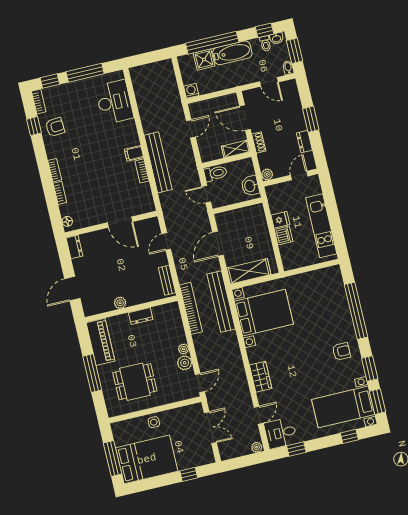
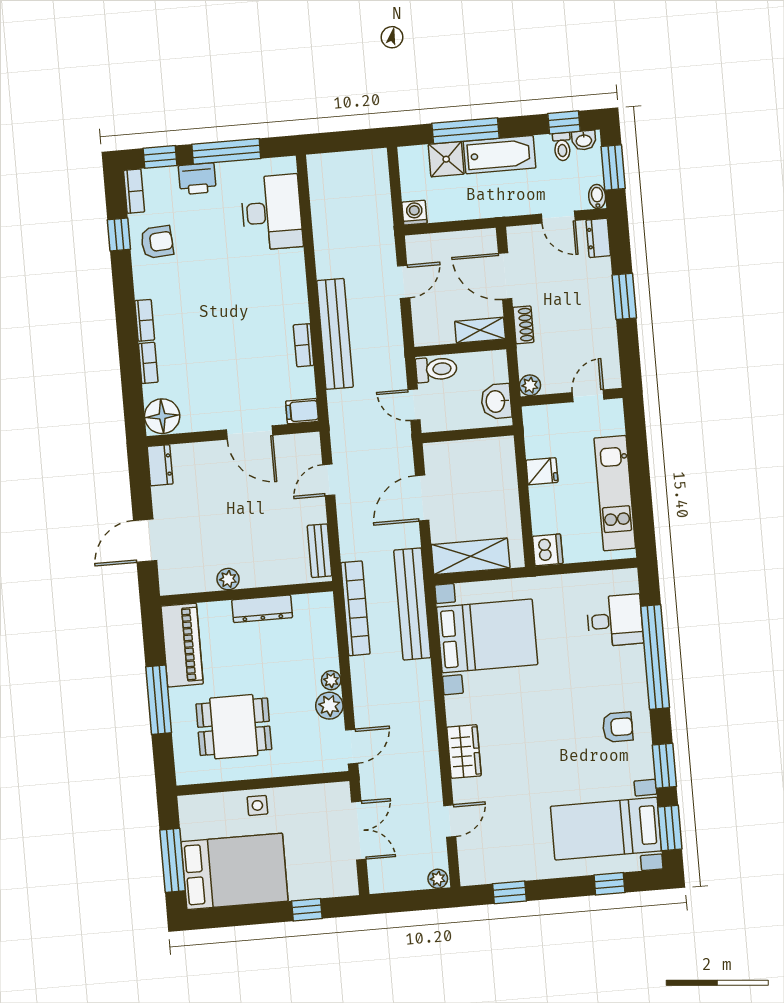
window: (212, 43) -> (465, 131), width x0.68
printer: (72, 90) -> (197, 179), added
dresser: (304, 142) -> (598, 238), moved
filing cabinet: (134, 153) -> (302, 411), moved
floor lamp: (67, 221) -> (162, 416), width x1.89, depth x1.89
dishwasher: (284, 236) -> (548, 550), moved
dresser: (141, 316) -> (262, 609), width x1.44
desk: (281, 433) -> (615, 621), moved, turned 180

